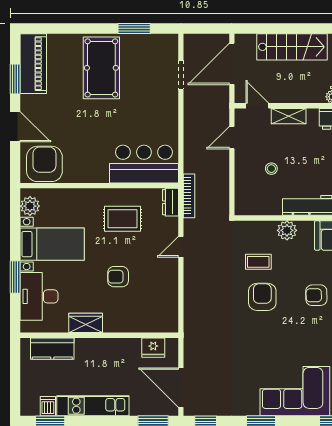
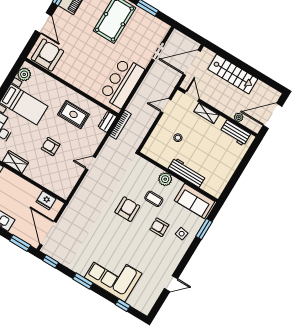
bar counter: (144, 164) -> (122, 83), moved, turned -90
door: (181, 247) -> (90, 163), moved
coffee table: (258, 262) -> (154, 199), moved

